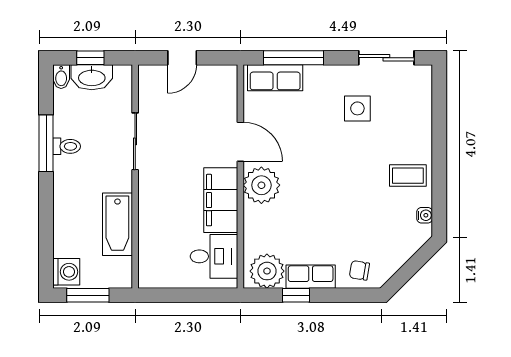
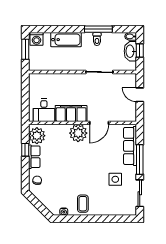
window: (293, 58) -> (140, 159), moved
row of seats: (275, 78) -> (130, 146), width x1.48
bathtub: (117, 224) -> (66, 40), moved, turned 180

